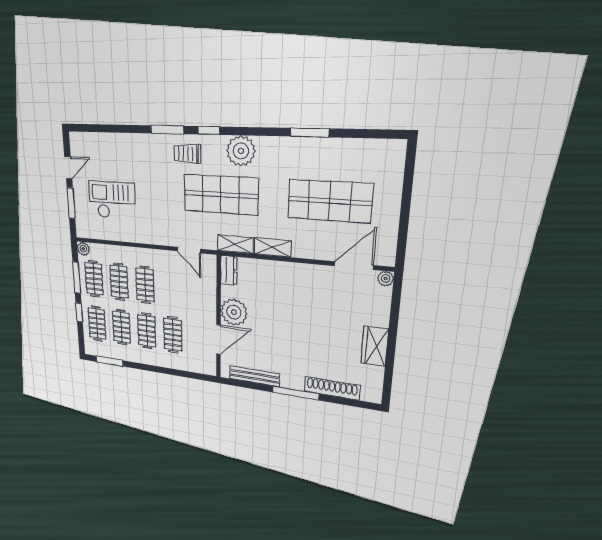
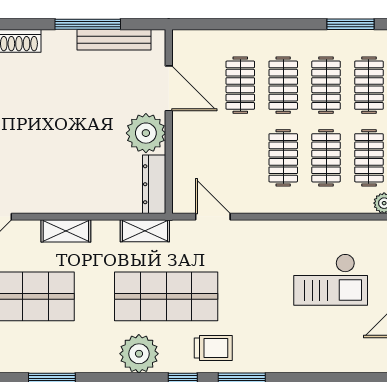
shelving: (272, 247) -> (66, 231), moved
dresser: (229, 270) -> (154, 184), width x1.44
door: (218, 339) -> (169, 88), swing flipped
window: (296, 393) -> (88, 24), moved

